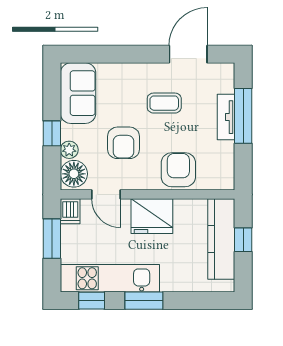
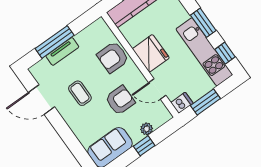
floor lamp: (74, 174) -> (159, 116), removed
door: (106, 194) -> (157, 89), swing flipped

